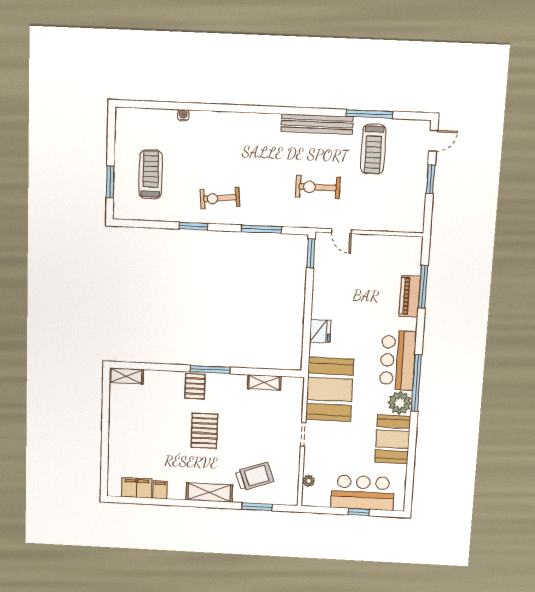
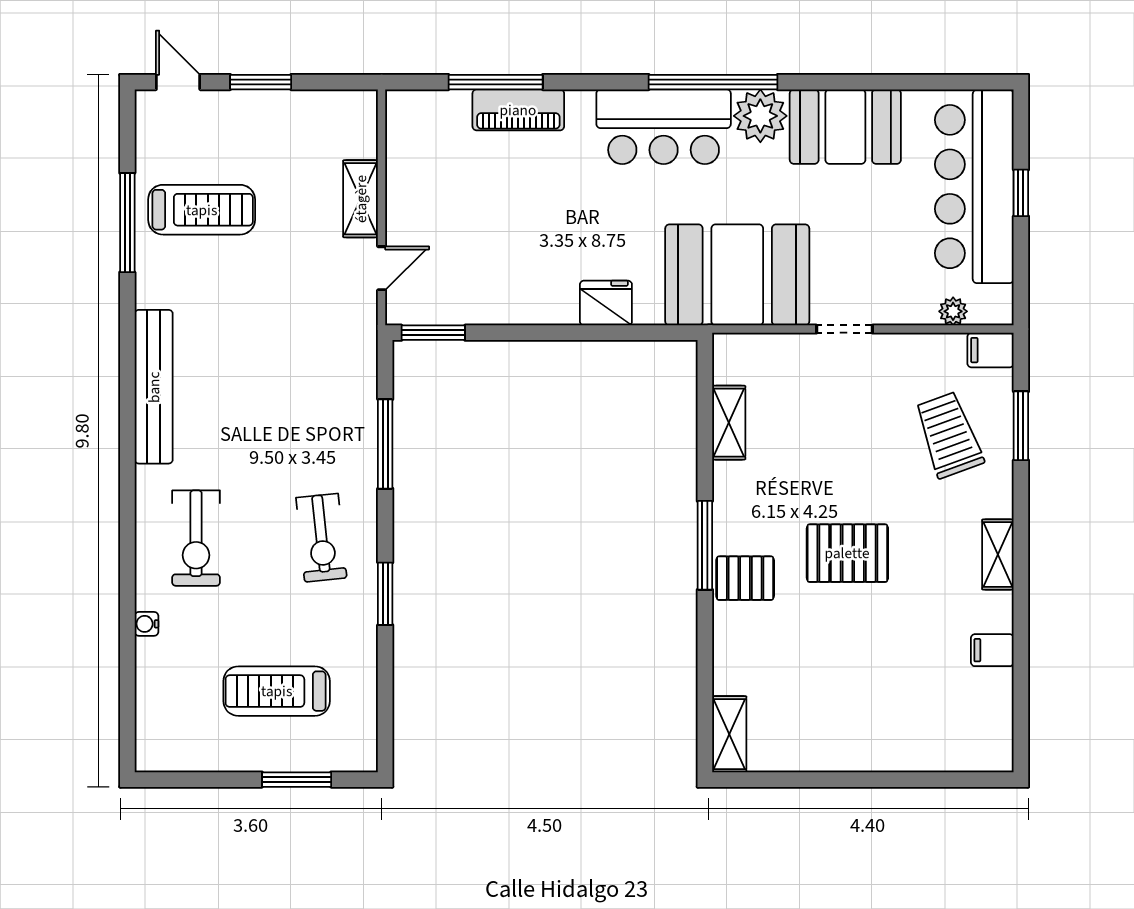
bench: (317, 124) -> (154, 387), moved
exercise bike: (318, 187) -> (196, 538), moved
shelving: (374, 223) -> (361, 199), added
filing cabinet: (137, 488) -> (991, 350), moved, width x0.50
shelving: (209, 492) -> (998, 554), width x0.67, depth x0.75
bar counter: (363, 493) -> (974, 187), width x1.36

